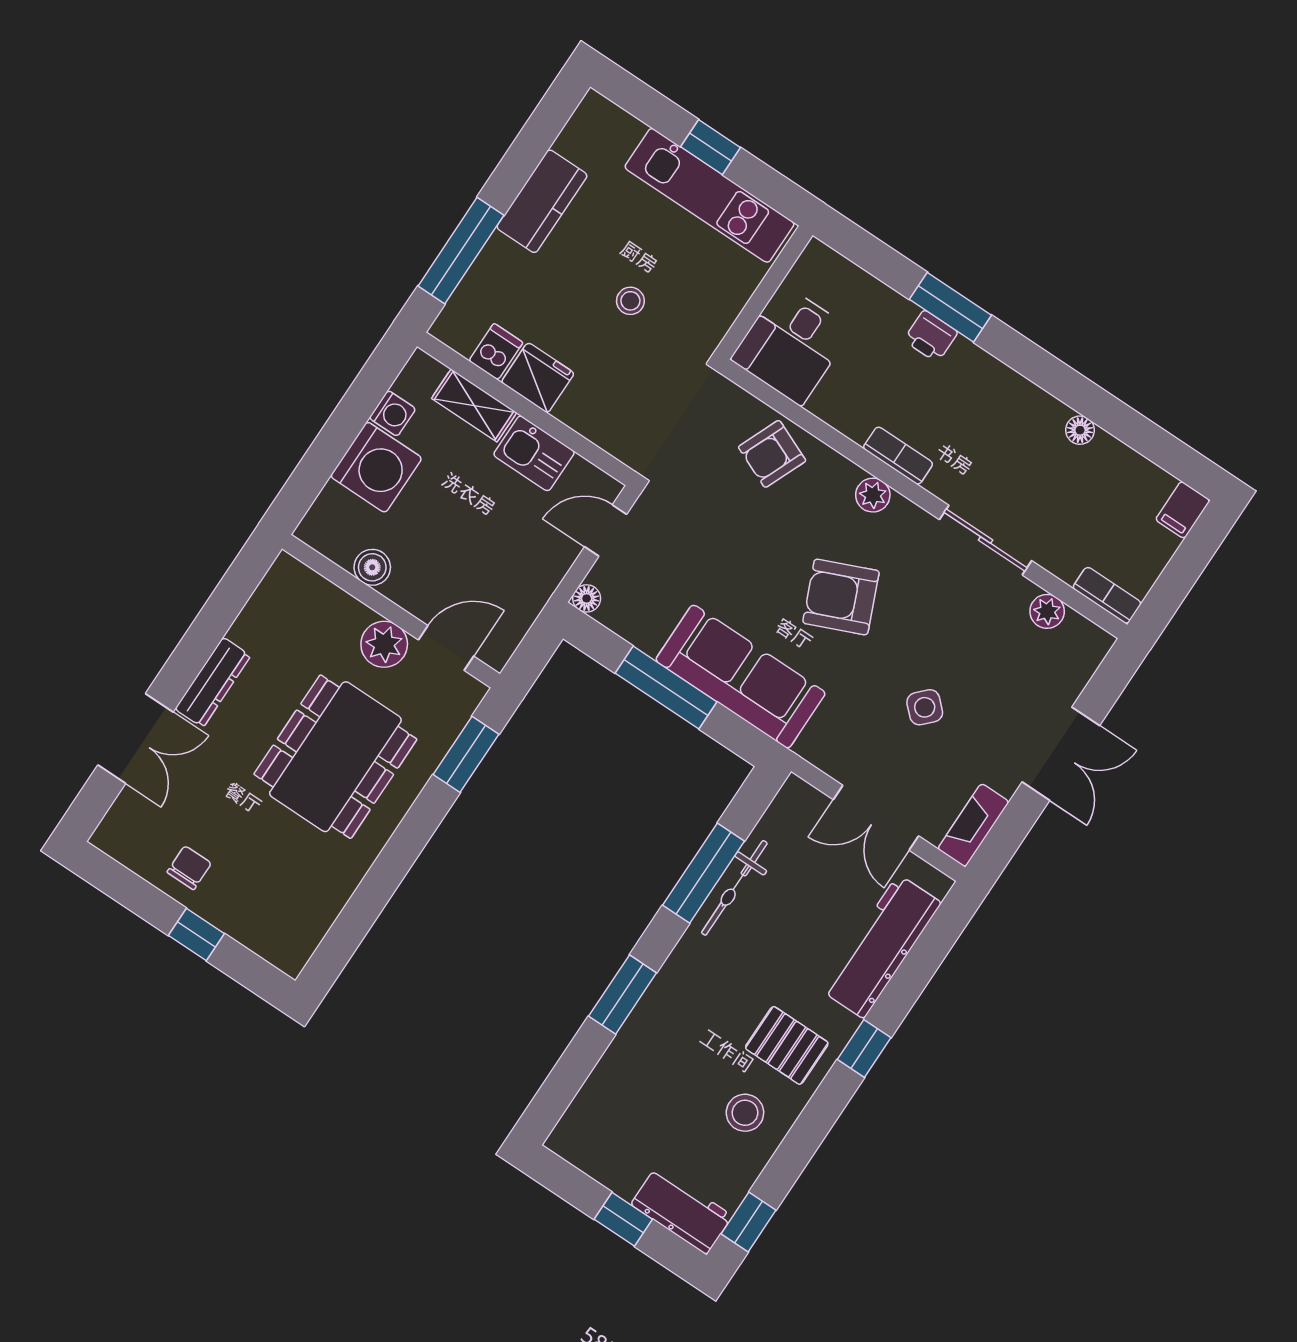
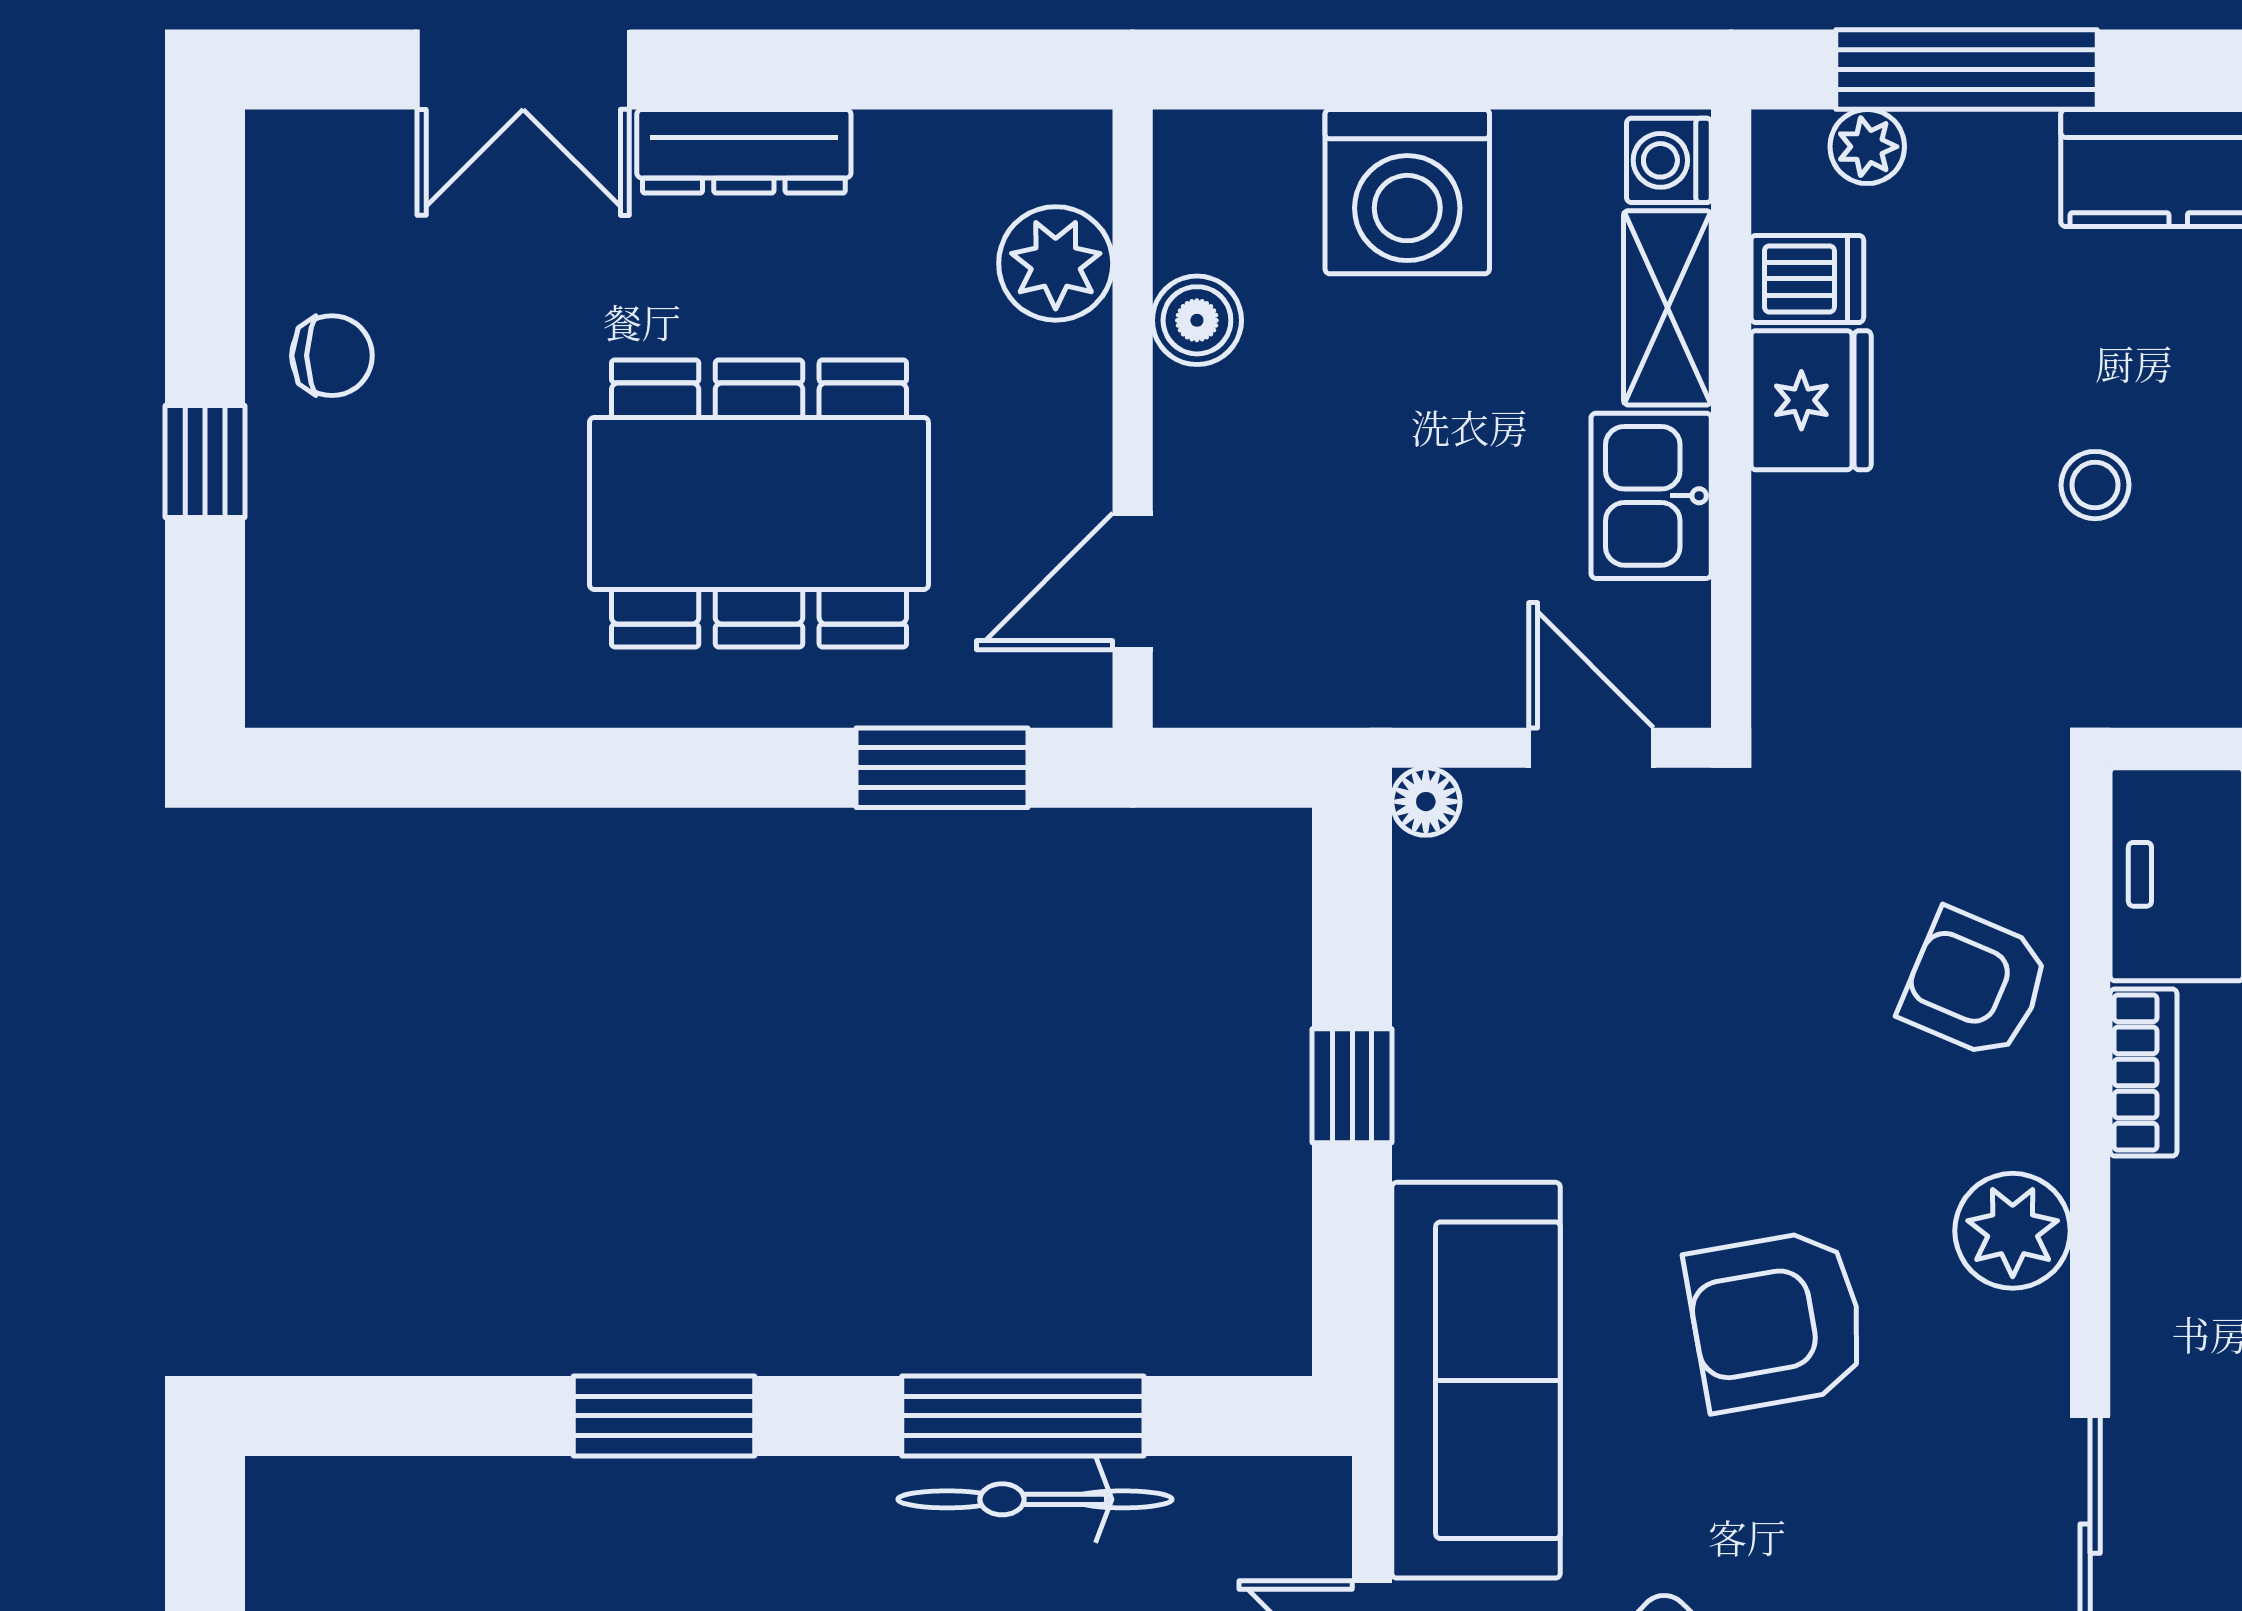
plant: (465, 302) -> (1867, 147), added
washing machine: (392, 413) -> (1669, 160), moved, turned 90
bookcase: (898, 456) -> (2144, 1072), moved
plant: (873, 495) -> (2013, 1231), width x1.38, depth x1.38
armchair: (841, 597) -> (1776, 1320), turned -77
plant: (384, 644) -> (1056, 263), moved
door: (446, 648) -> (1133, 581), swing flipped
sofa: (741, 677) -> (1476, 1380), moved
window: (666, 687) -> (1352, 1086), width x0.46

